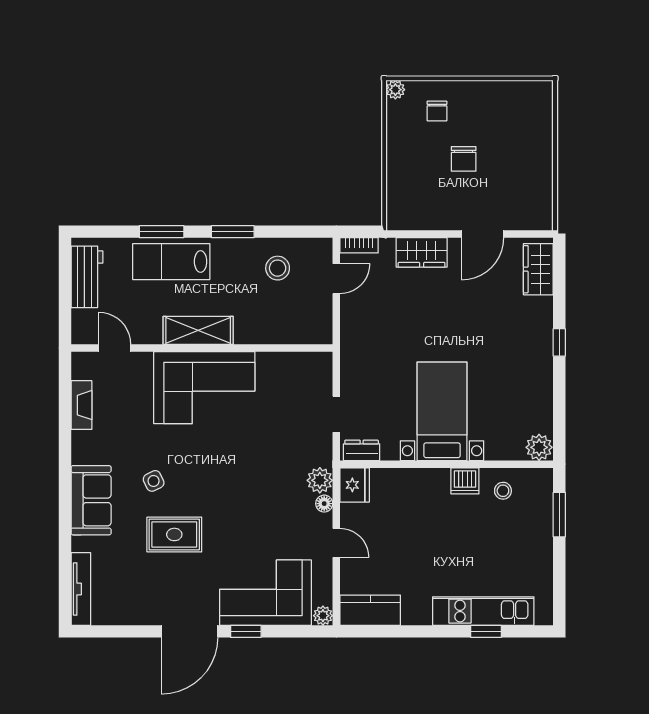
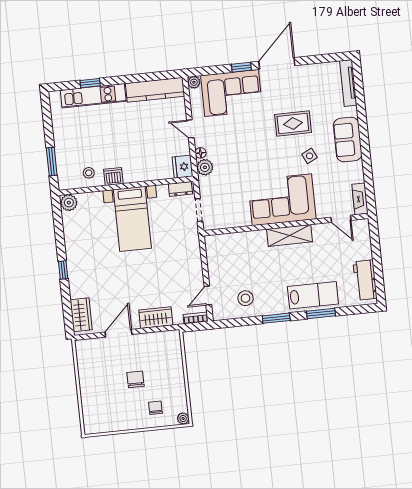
shelving: (198, 330) -> (289, 235), moved
door: (115, 348) -> (341, 219), moved
wall: (202, 348) -> (286, 225), moved
corner sofa: (204, 388) -> (282, 200), moved
kitchen counter: (370, 610) -> (155, 90), width x1.50

